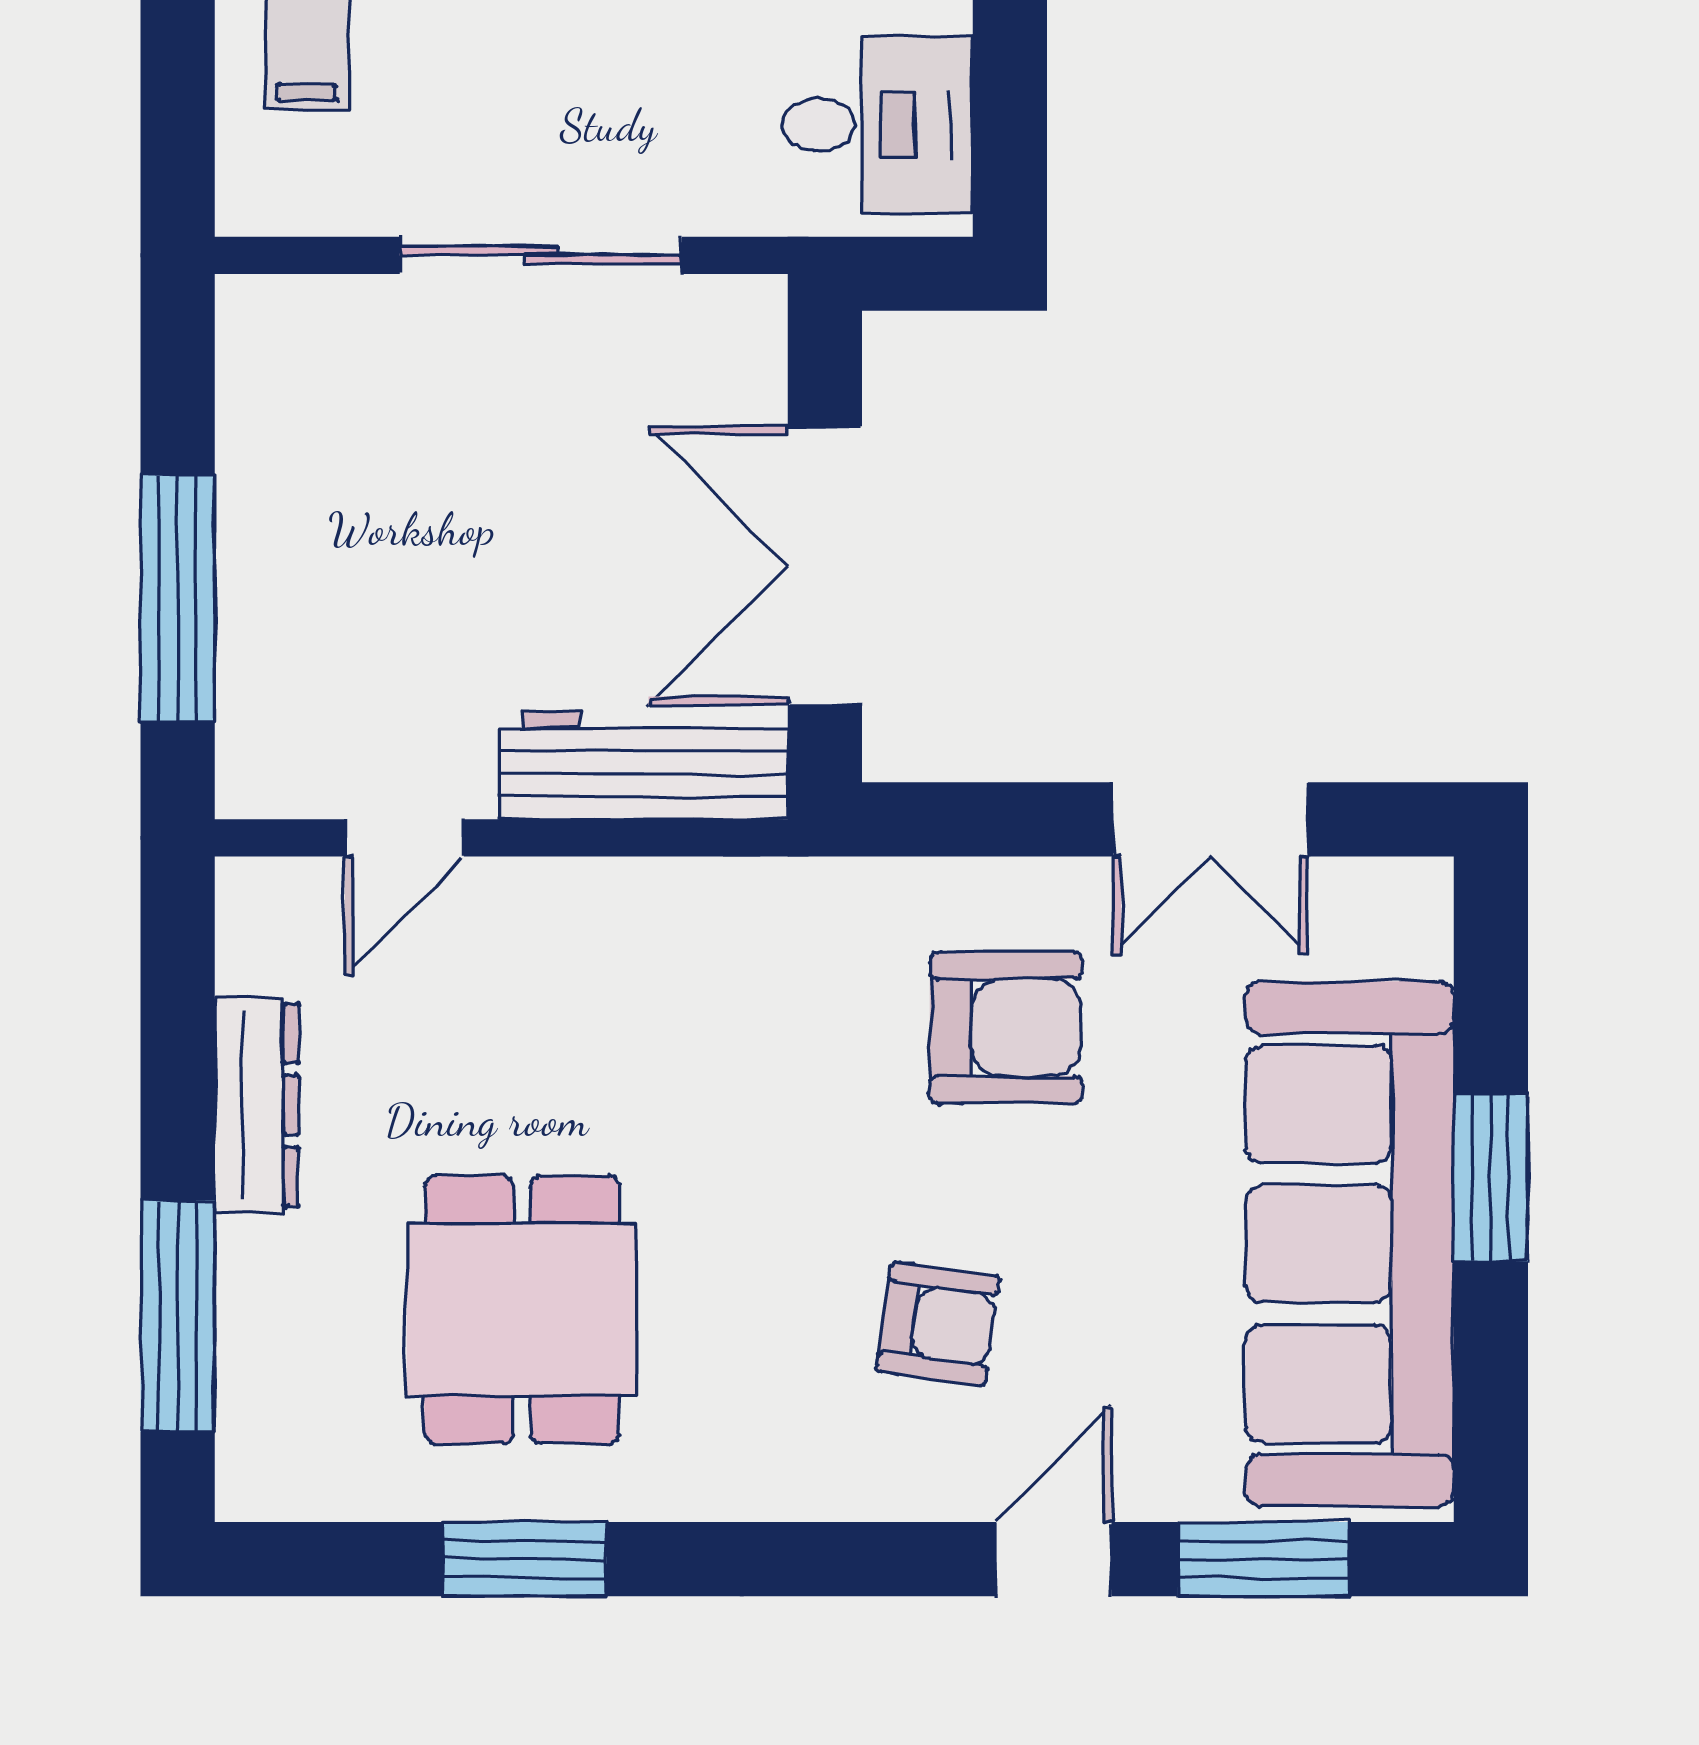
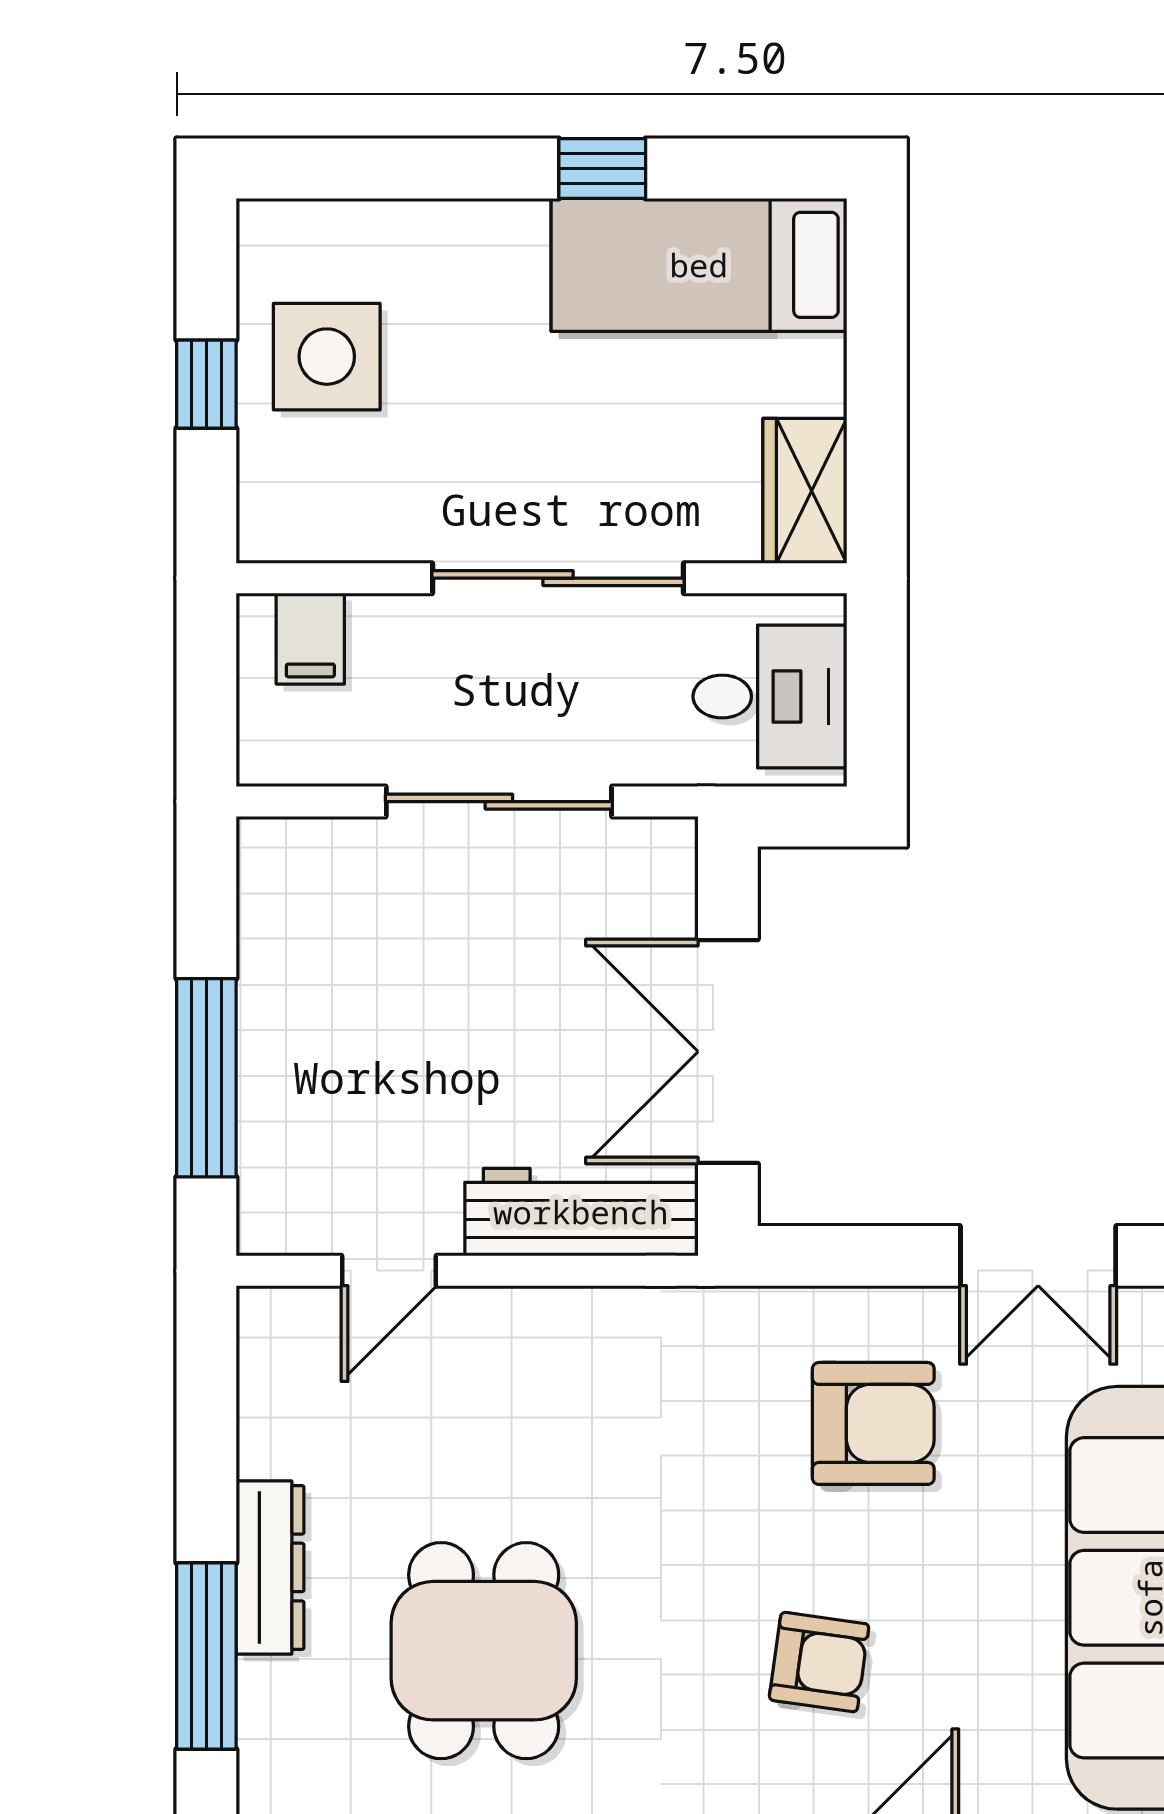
dresser: (257, 1105) -> (270, 1567), moved

